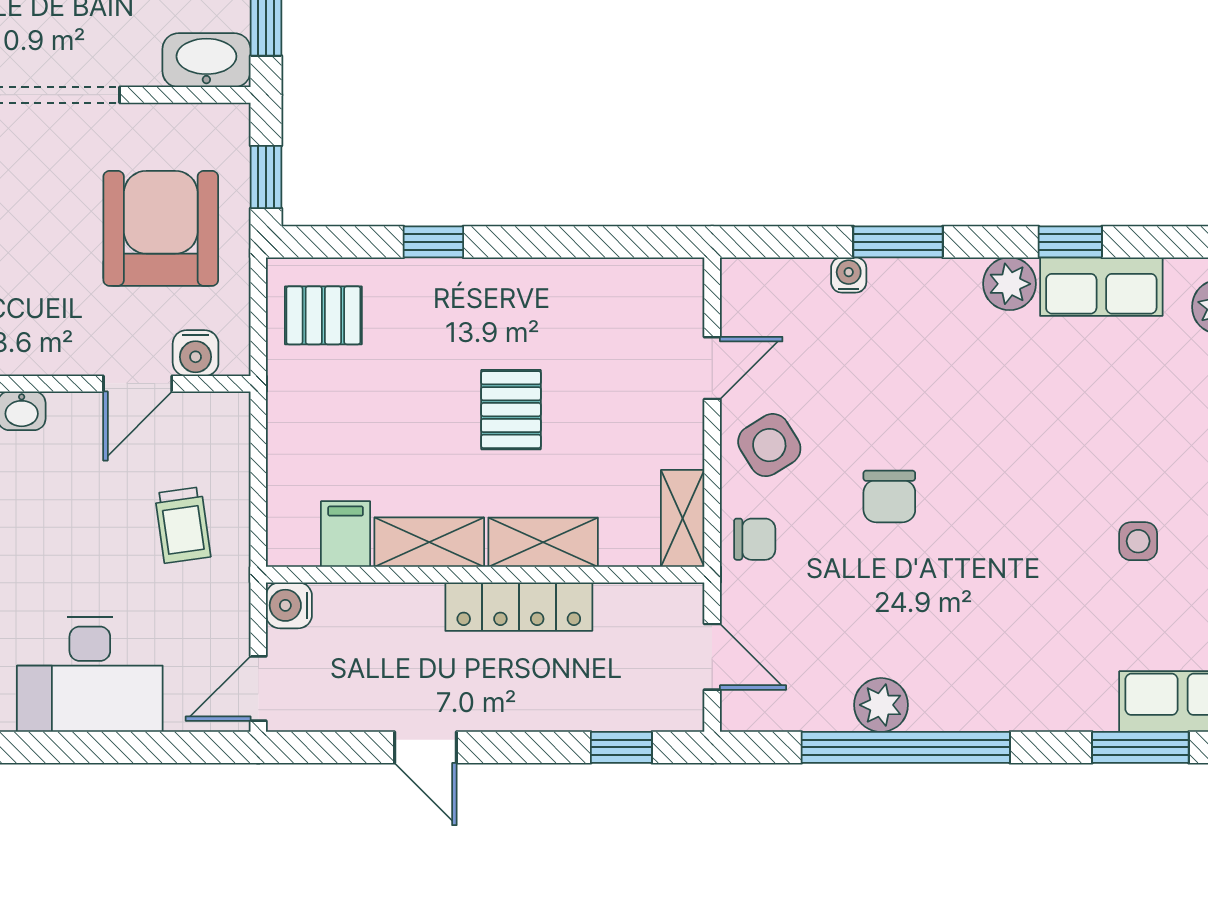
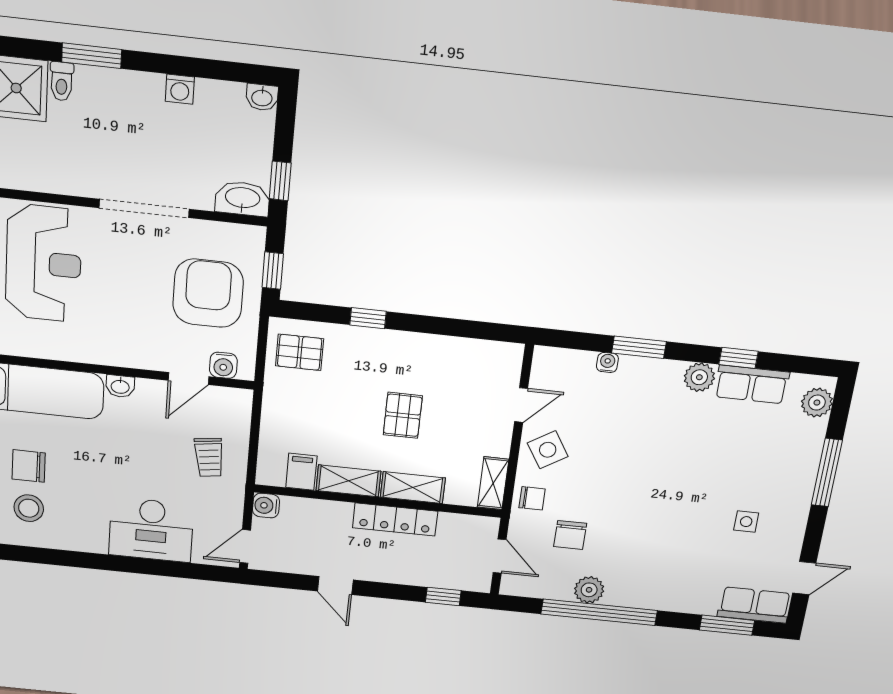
chair: (889, 496) -> (570, 535), moved

